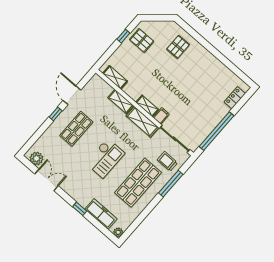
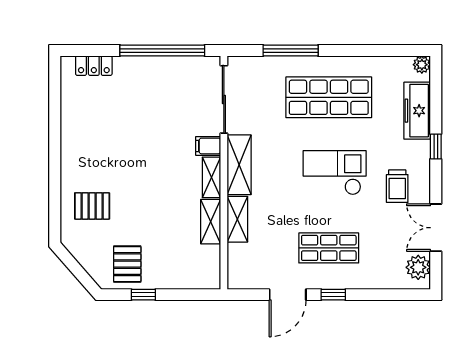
shelving: (115, 77) -> (211, 222), moved
trolley: (167, 161) -> (397, 186), moved

